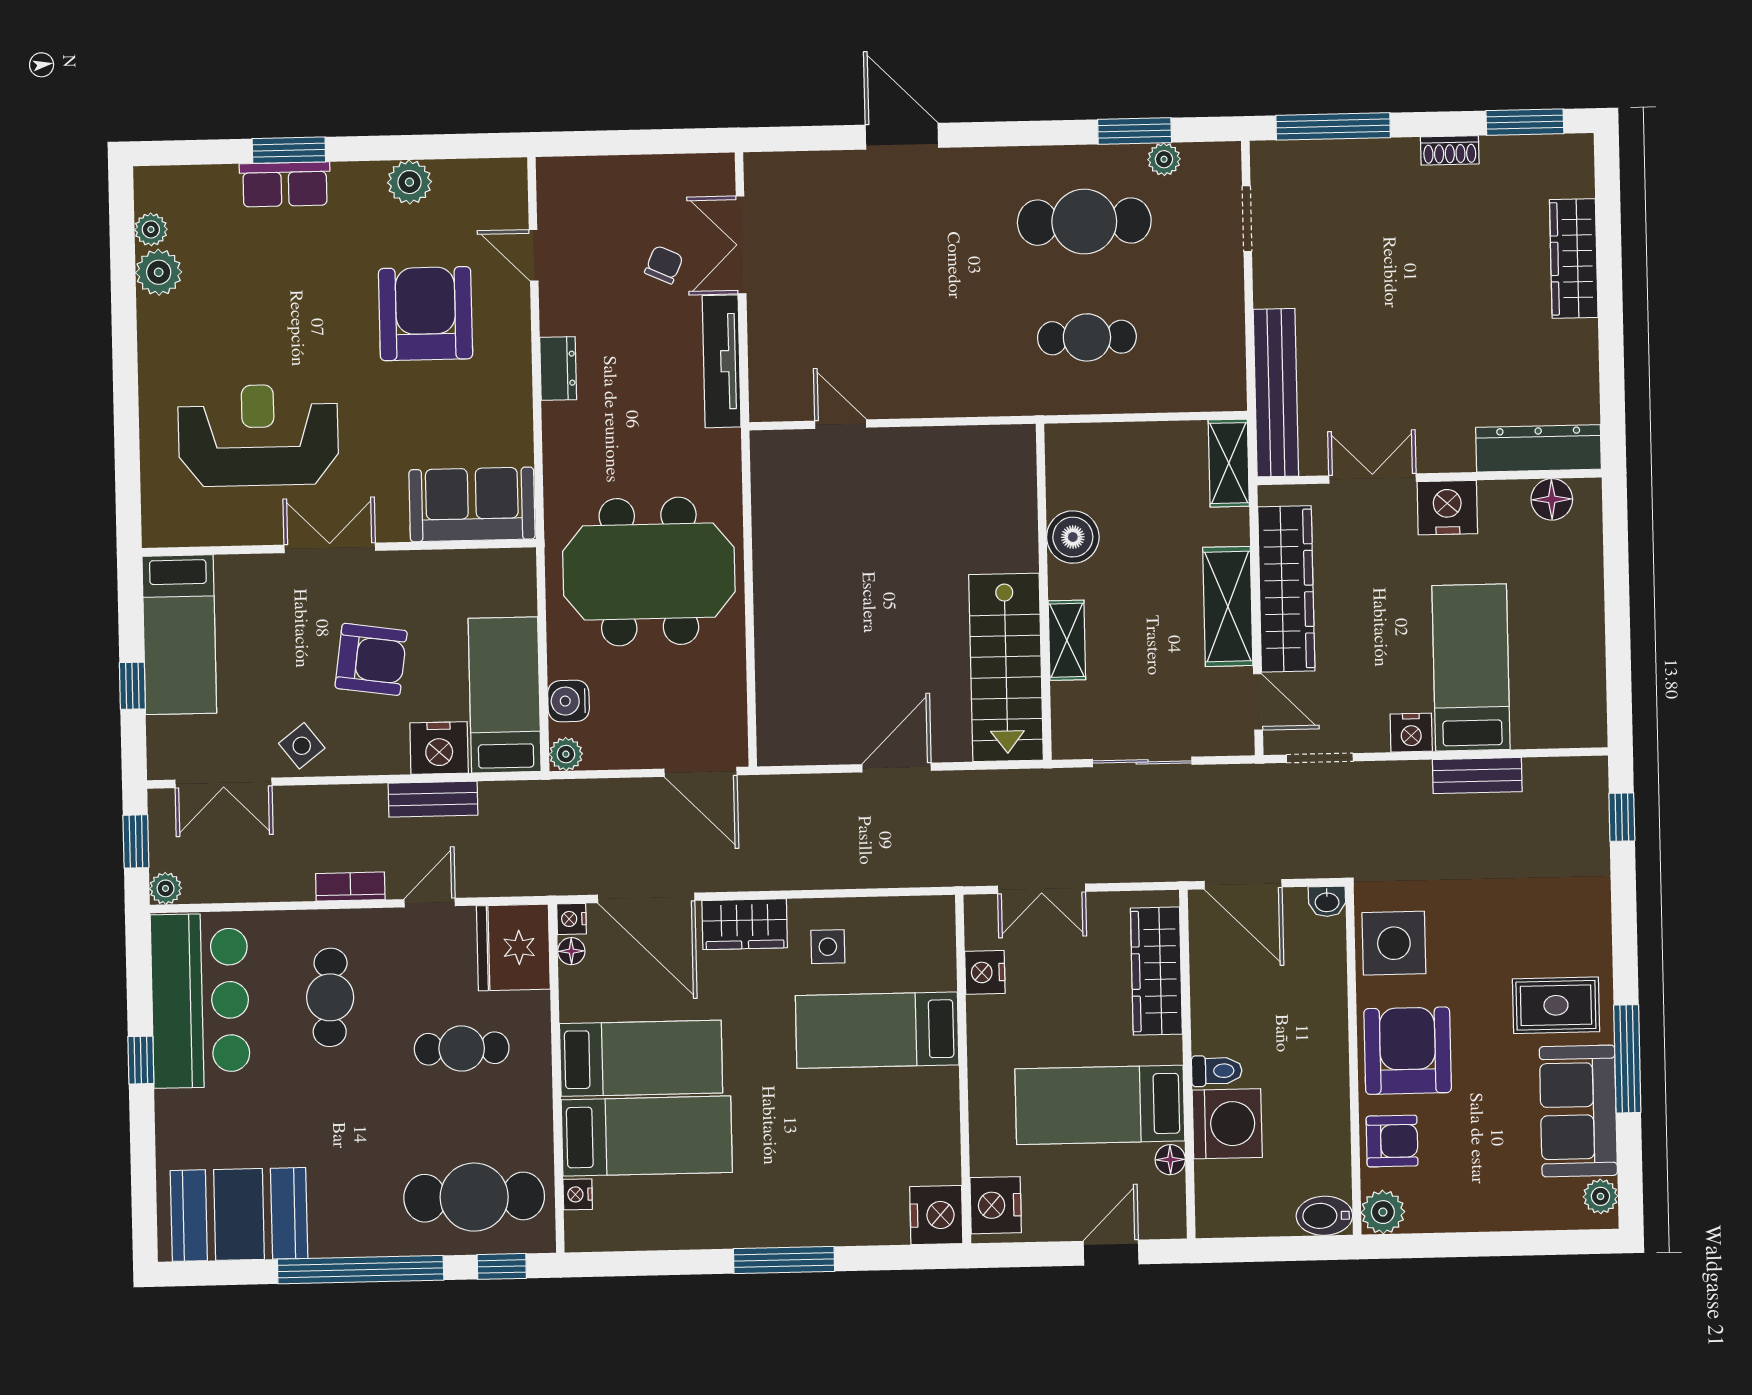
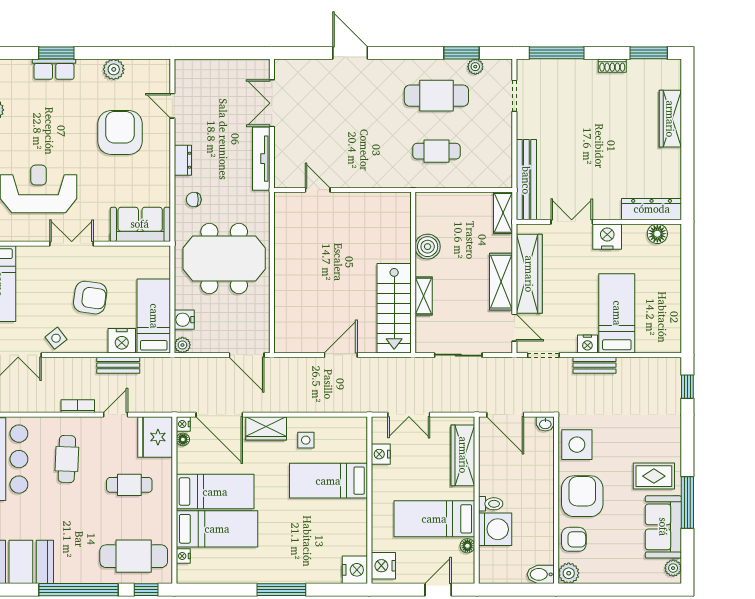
chair: (664, 265) -> (194, 200), moved, turned -114
bench: (1477, 776) -> (595, 365), moved

